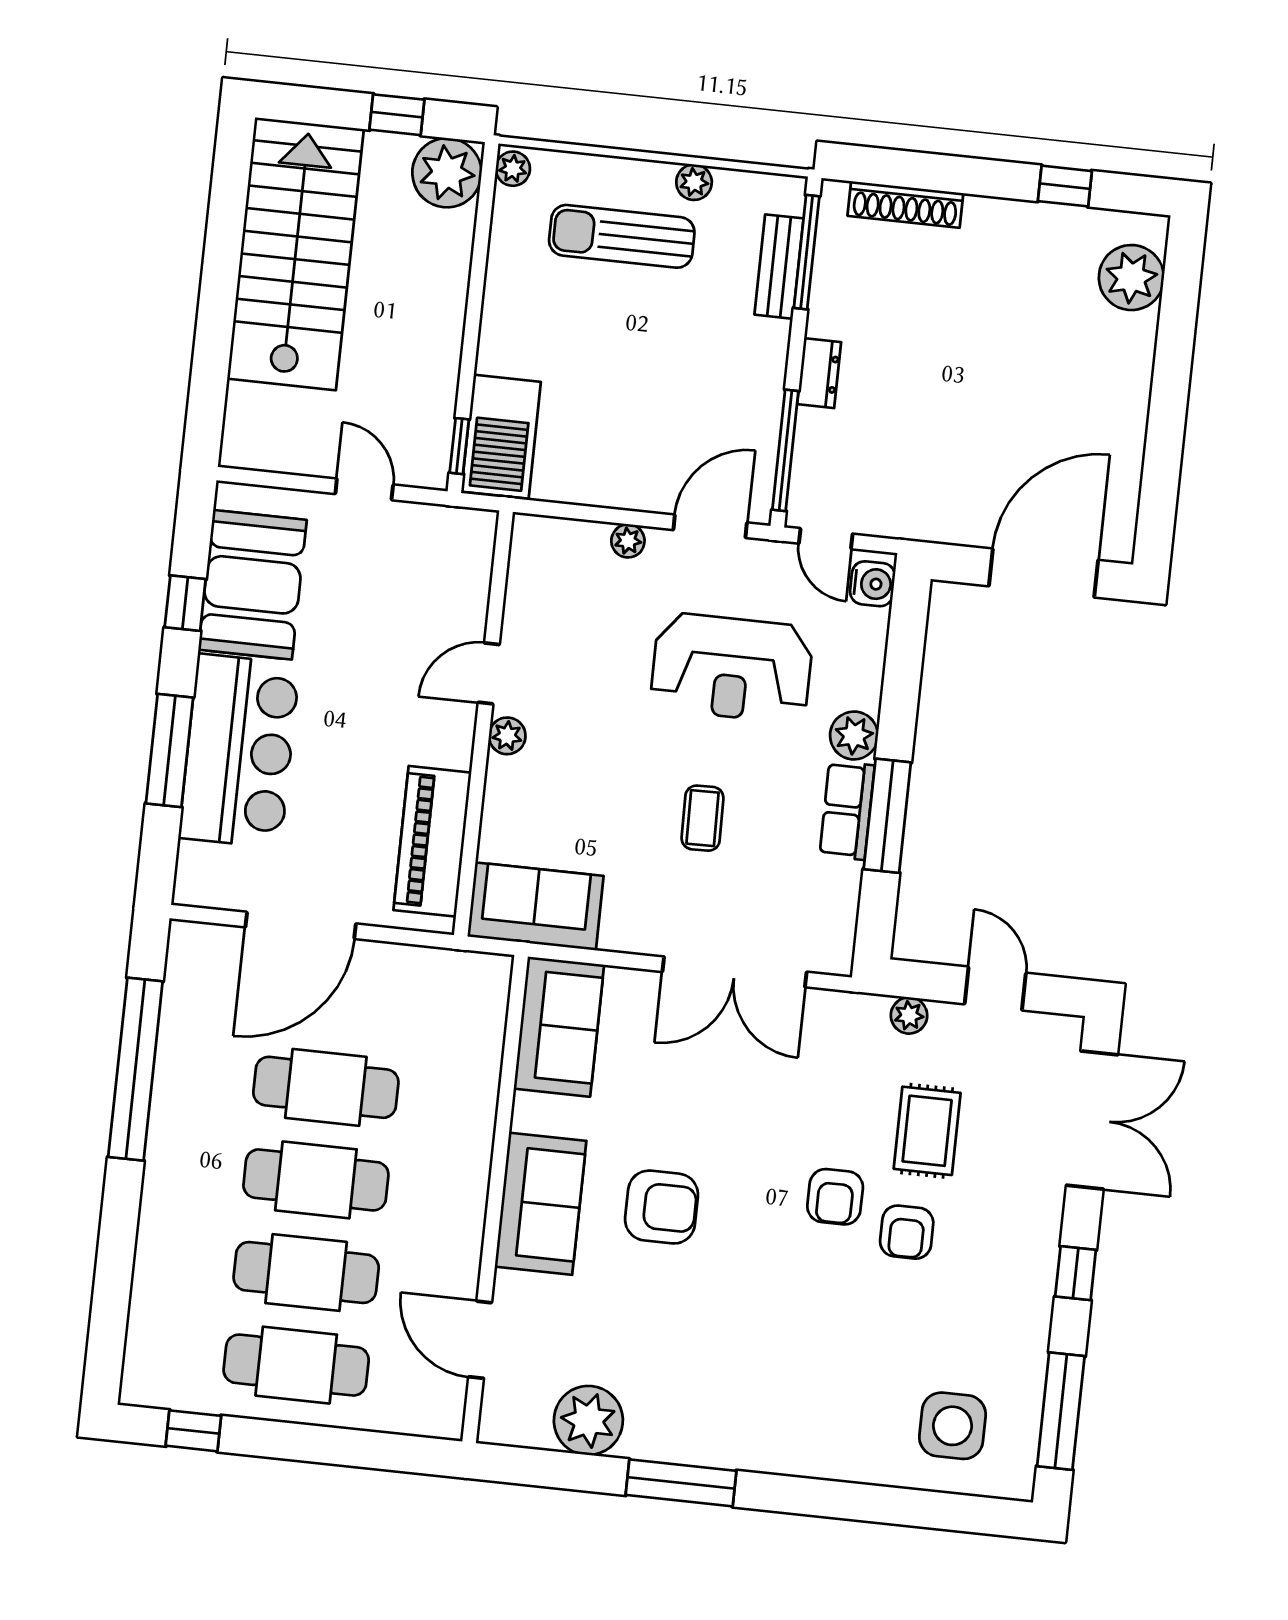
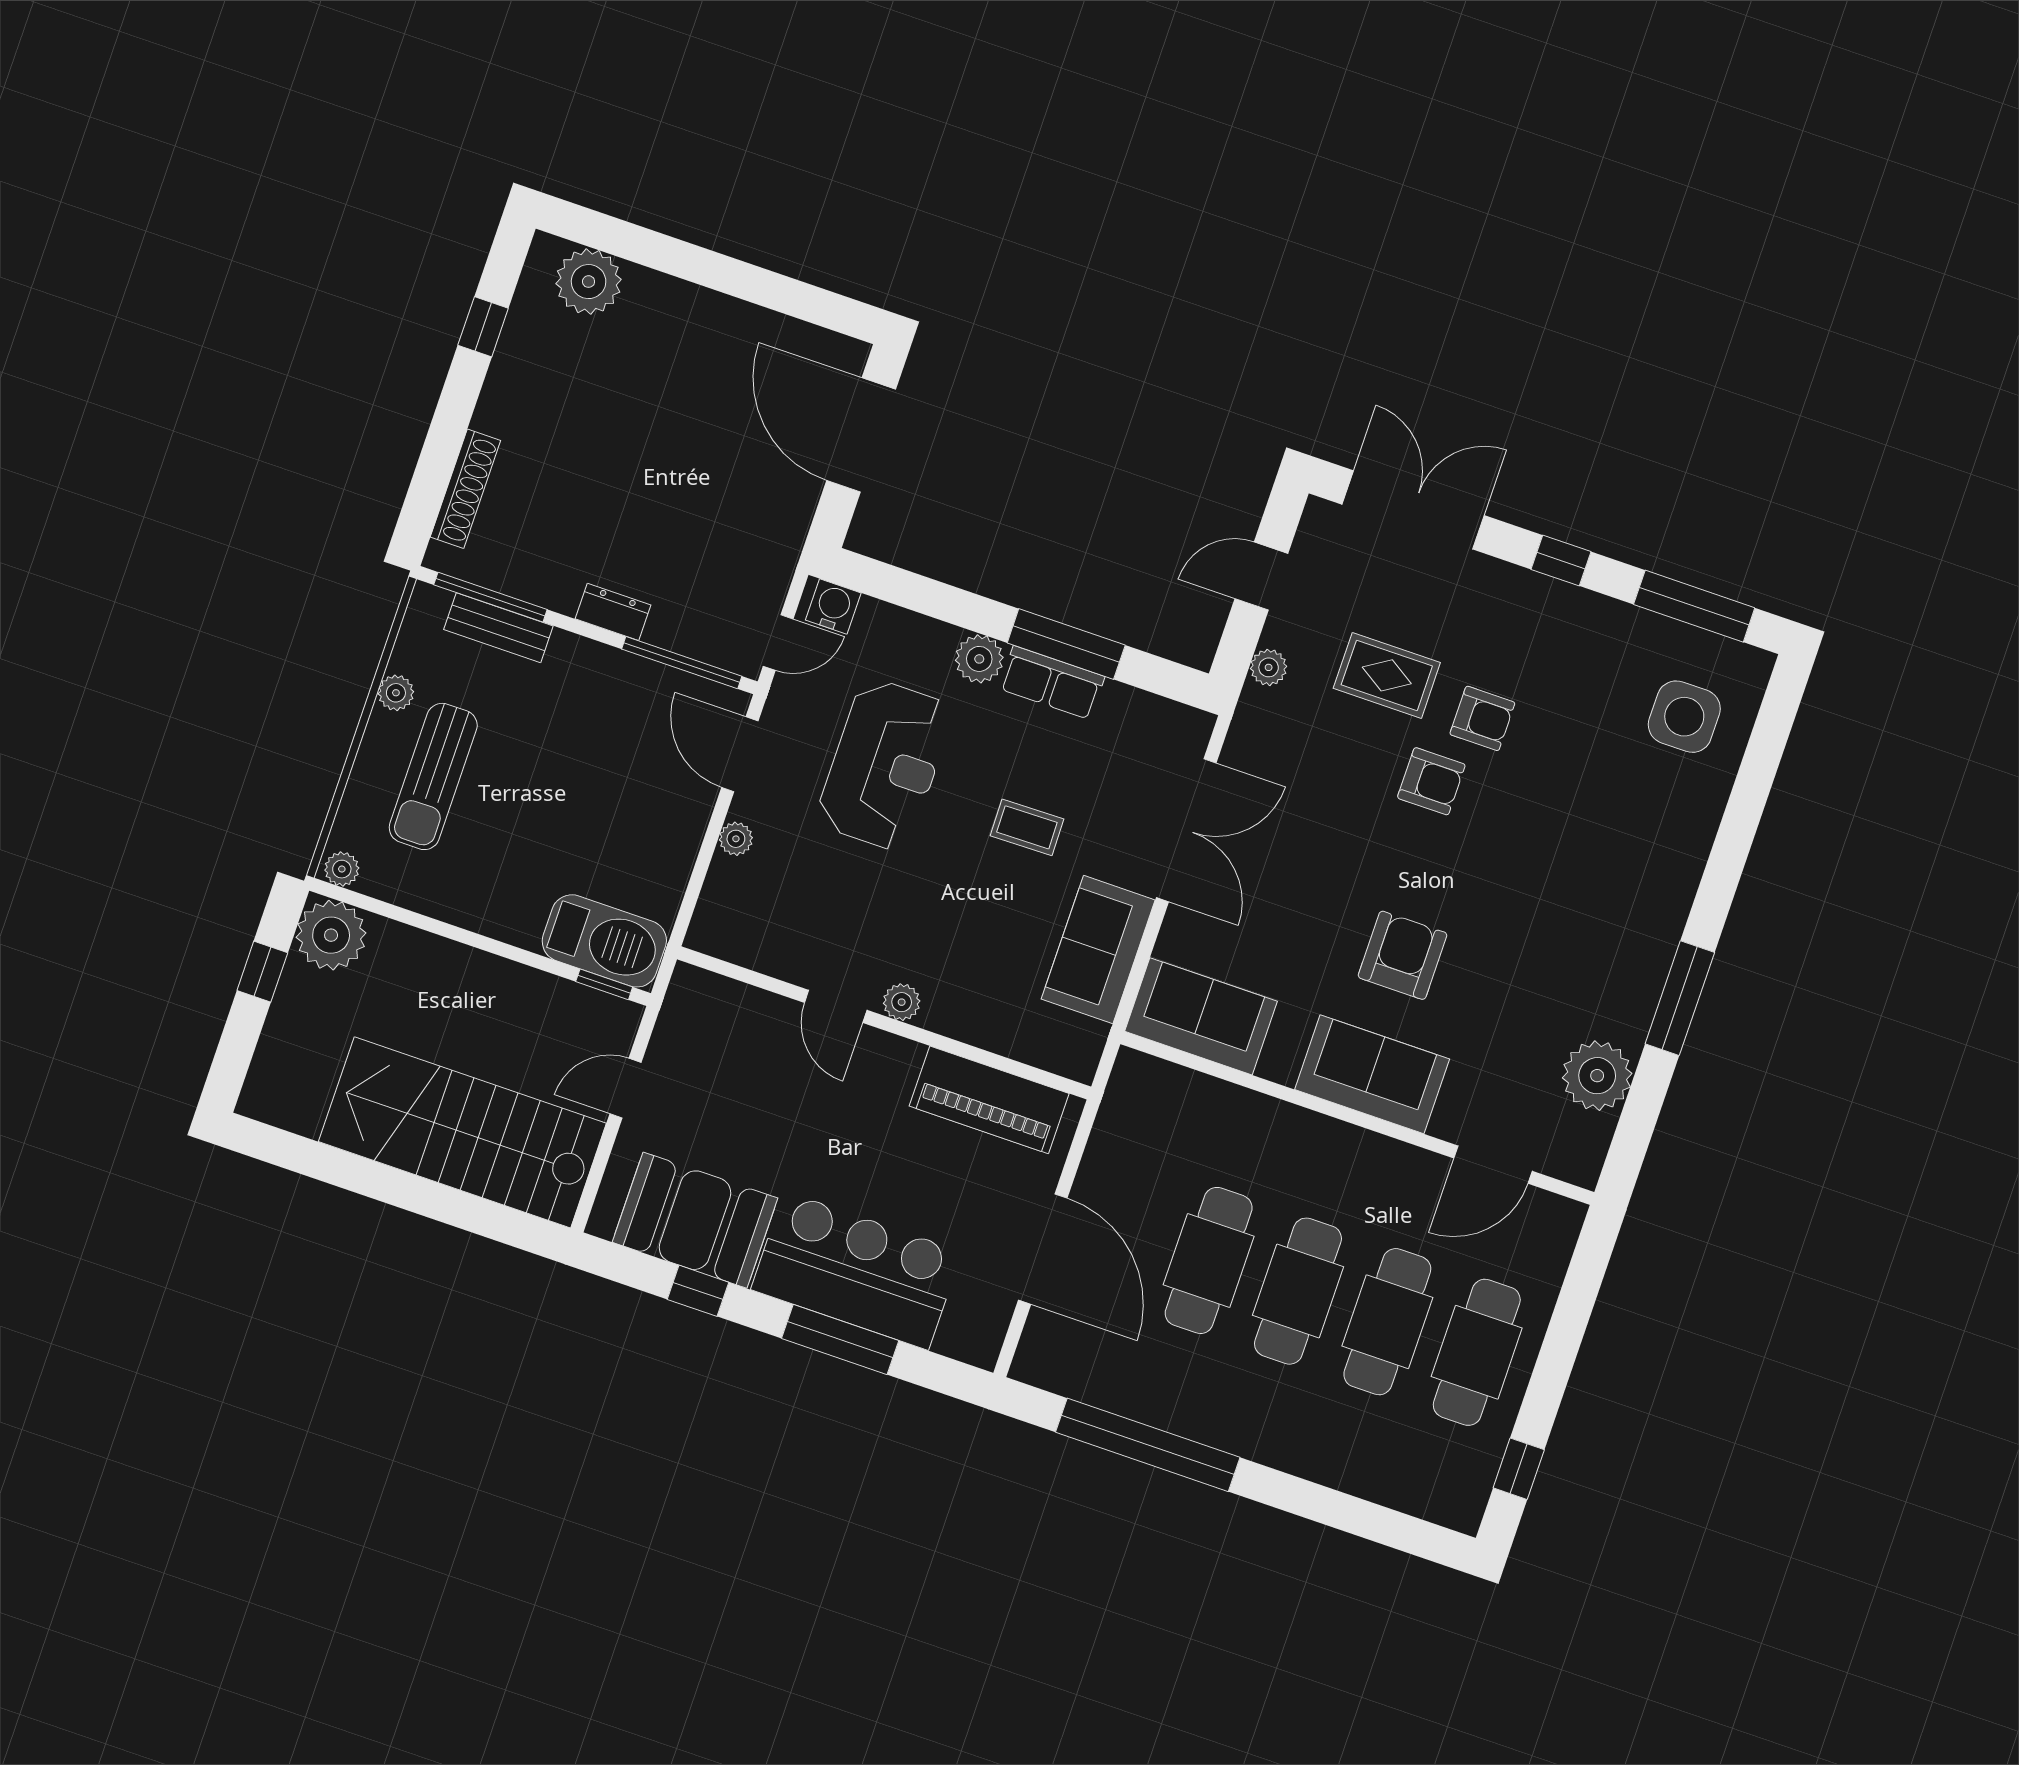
stairs: (295, 254) -> (462, 1132), moved
sofa: (535, 906) -> (1098, 949), moved

